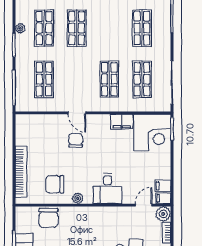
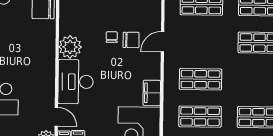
chair: (55, 184) -> (112, 37), moved, width x0.54, depth x0.54
desk: (108, 189) -> (76, 82), width x1.37
plant: (78, 198) -> (70, 47), width x1.88, depth x1.88

